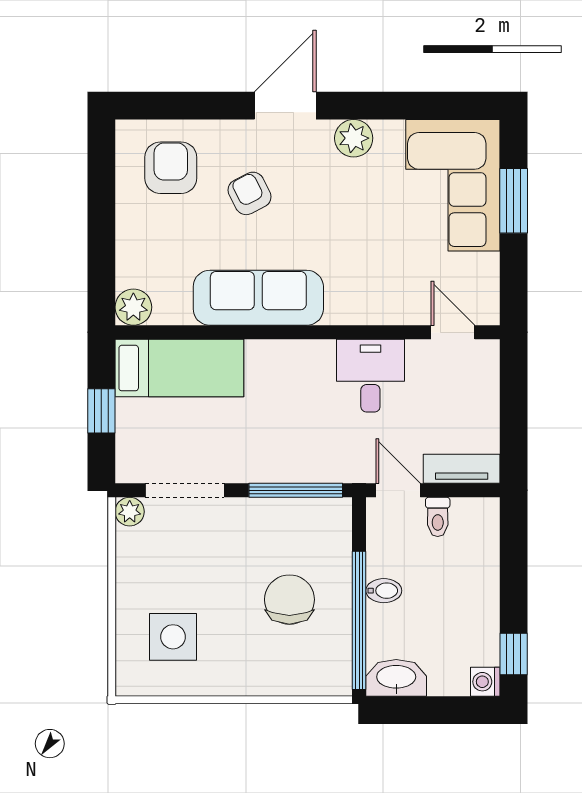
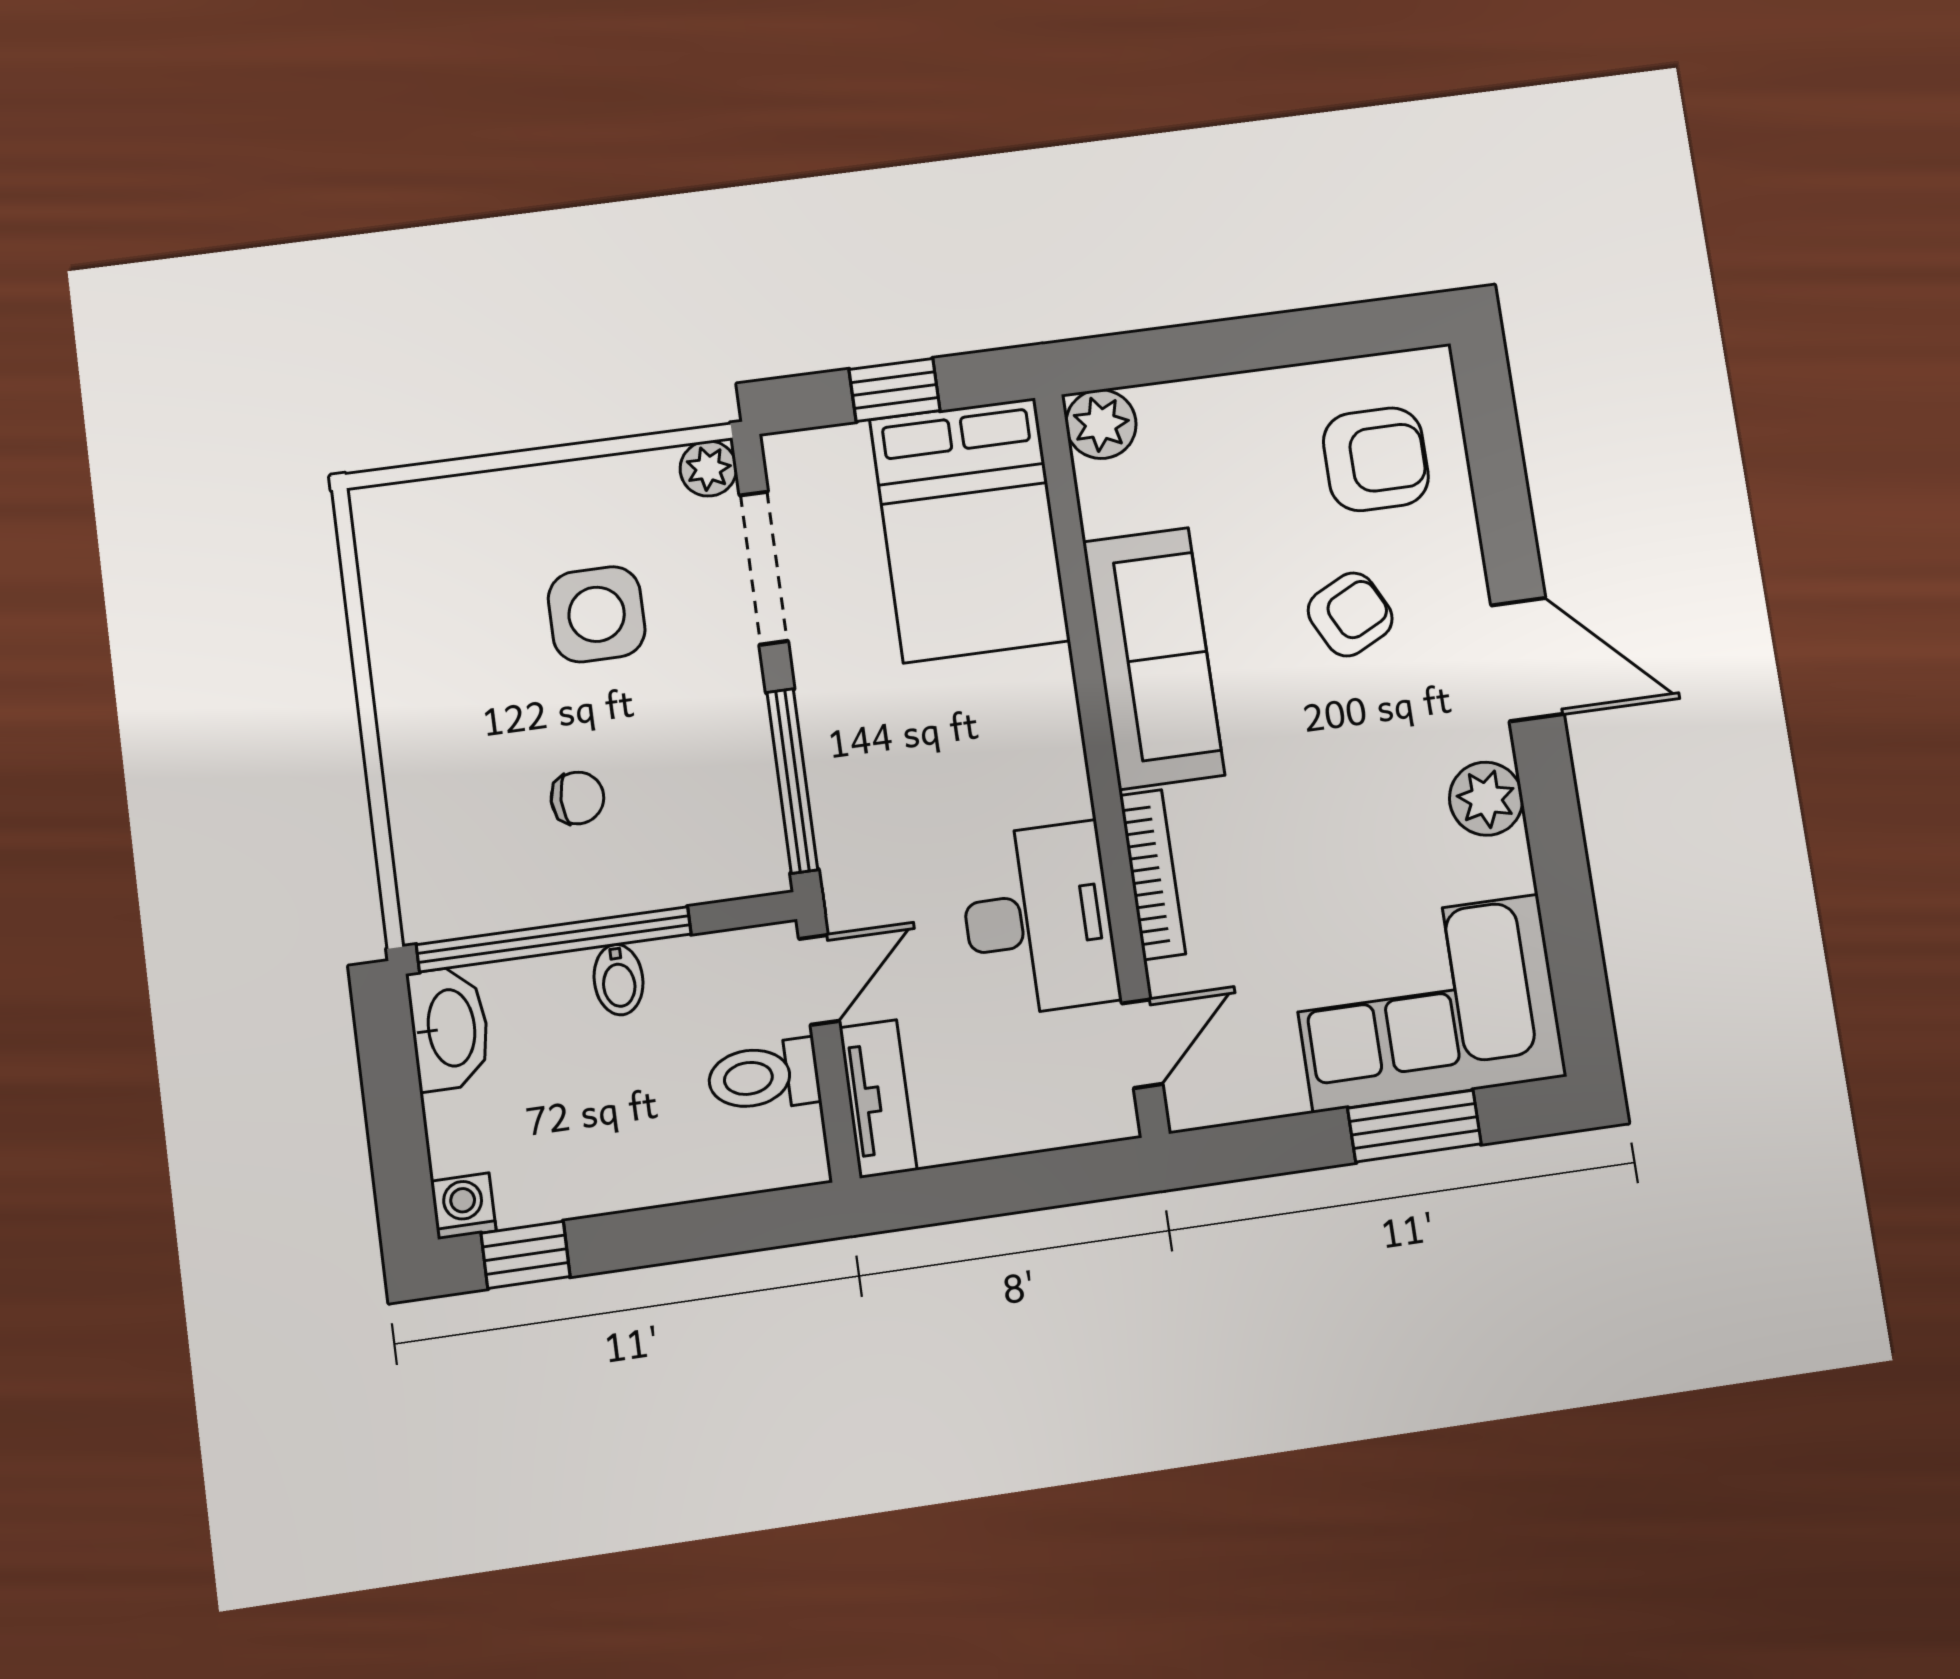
bookcase: (369, 315) -> (1153, 875), added
bed: (179, 368) -> (970, 530), width x1.50
desk: (370, 376) -> (1038, 919), width x1.37
toilet: (438, 517) -> (763, 1076), width x1.37, depth x1.39
chair: (289, 600) -> (577, 798), width x0.54, depth x0.54
side table: (173, 637) -> (597, 614), moved

